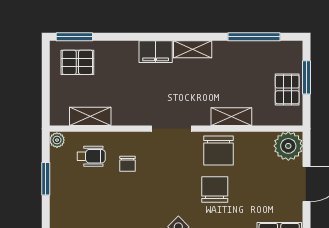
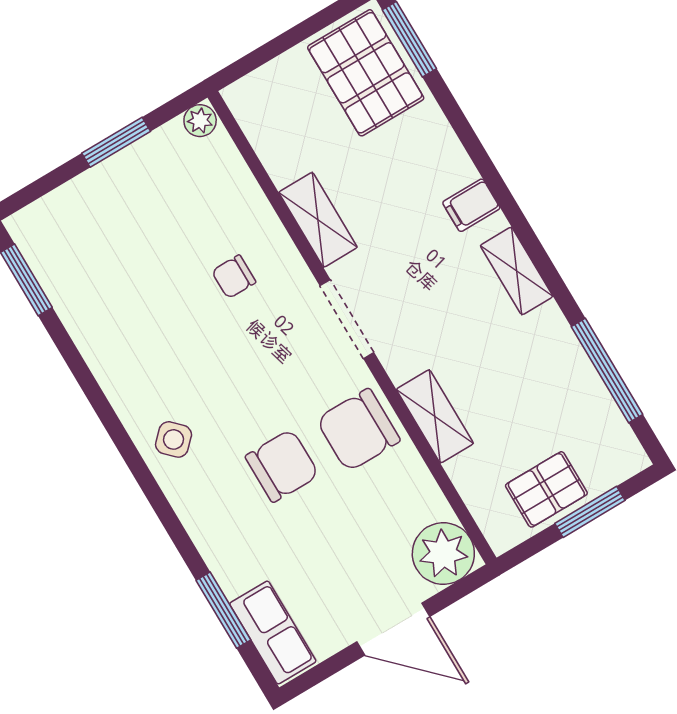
filing cabinet: (156, 52) -> (471, 205), width x0.50
pallet: (77, 62) -> (366, 73), width x1.50, depth x1.42
shelving: (90, 116) -> (318, 220), moved
wheelchair: (91, 156) -> (208, 201), removed

